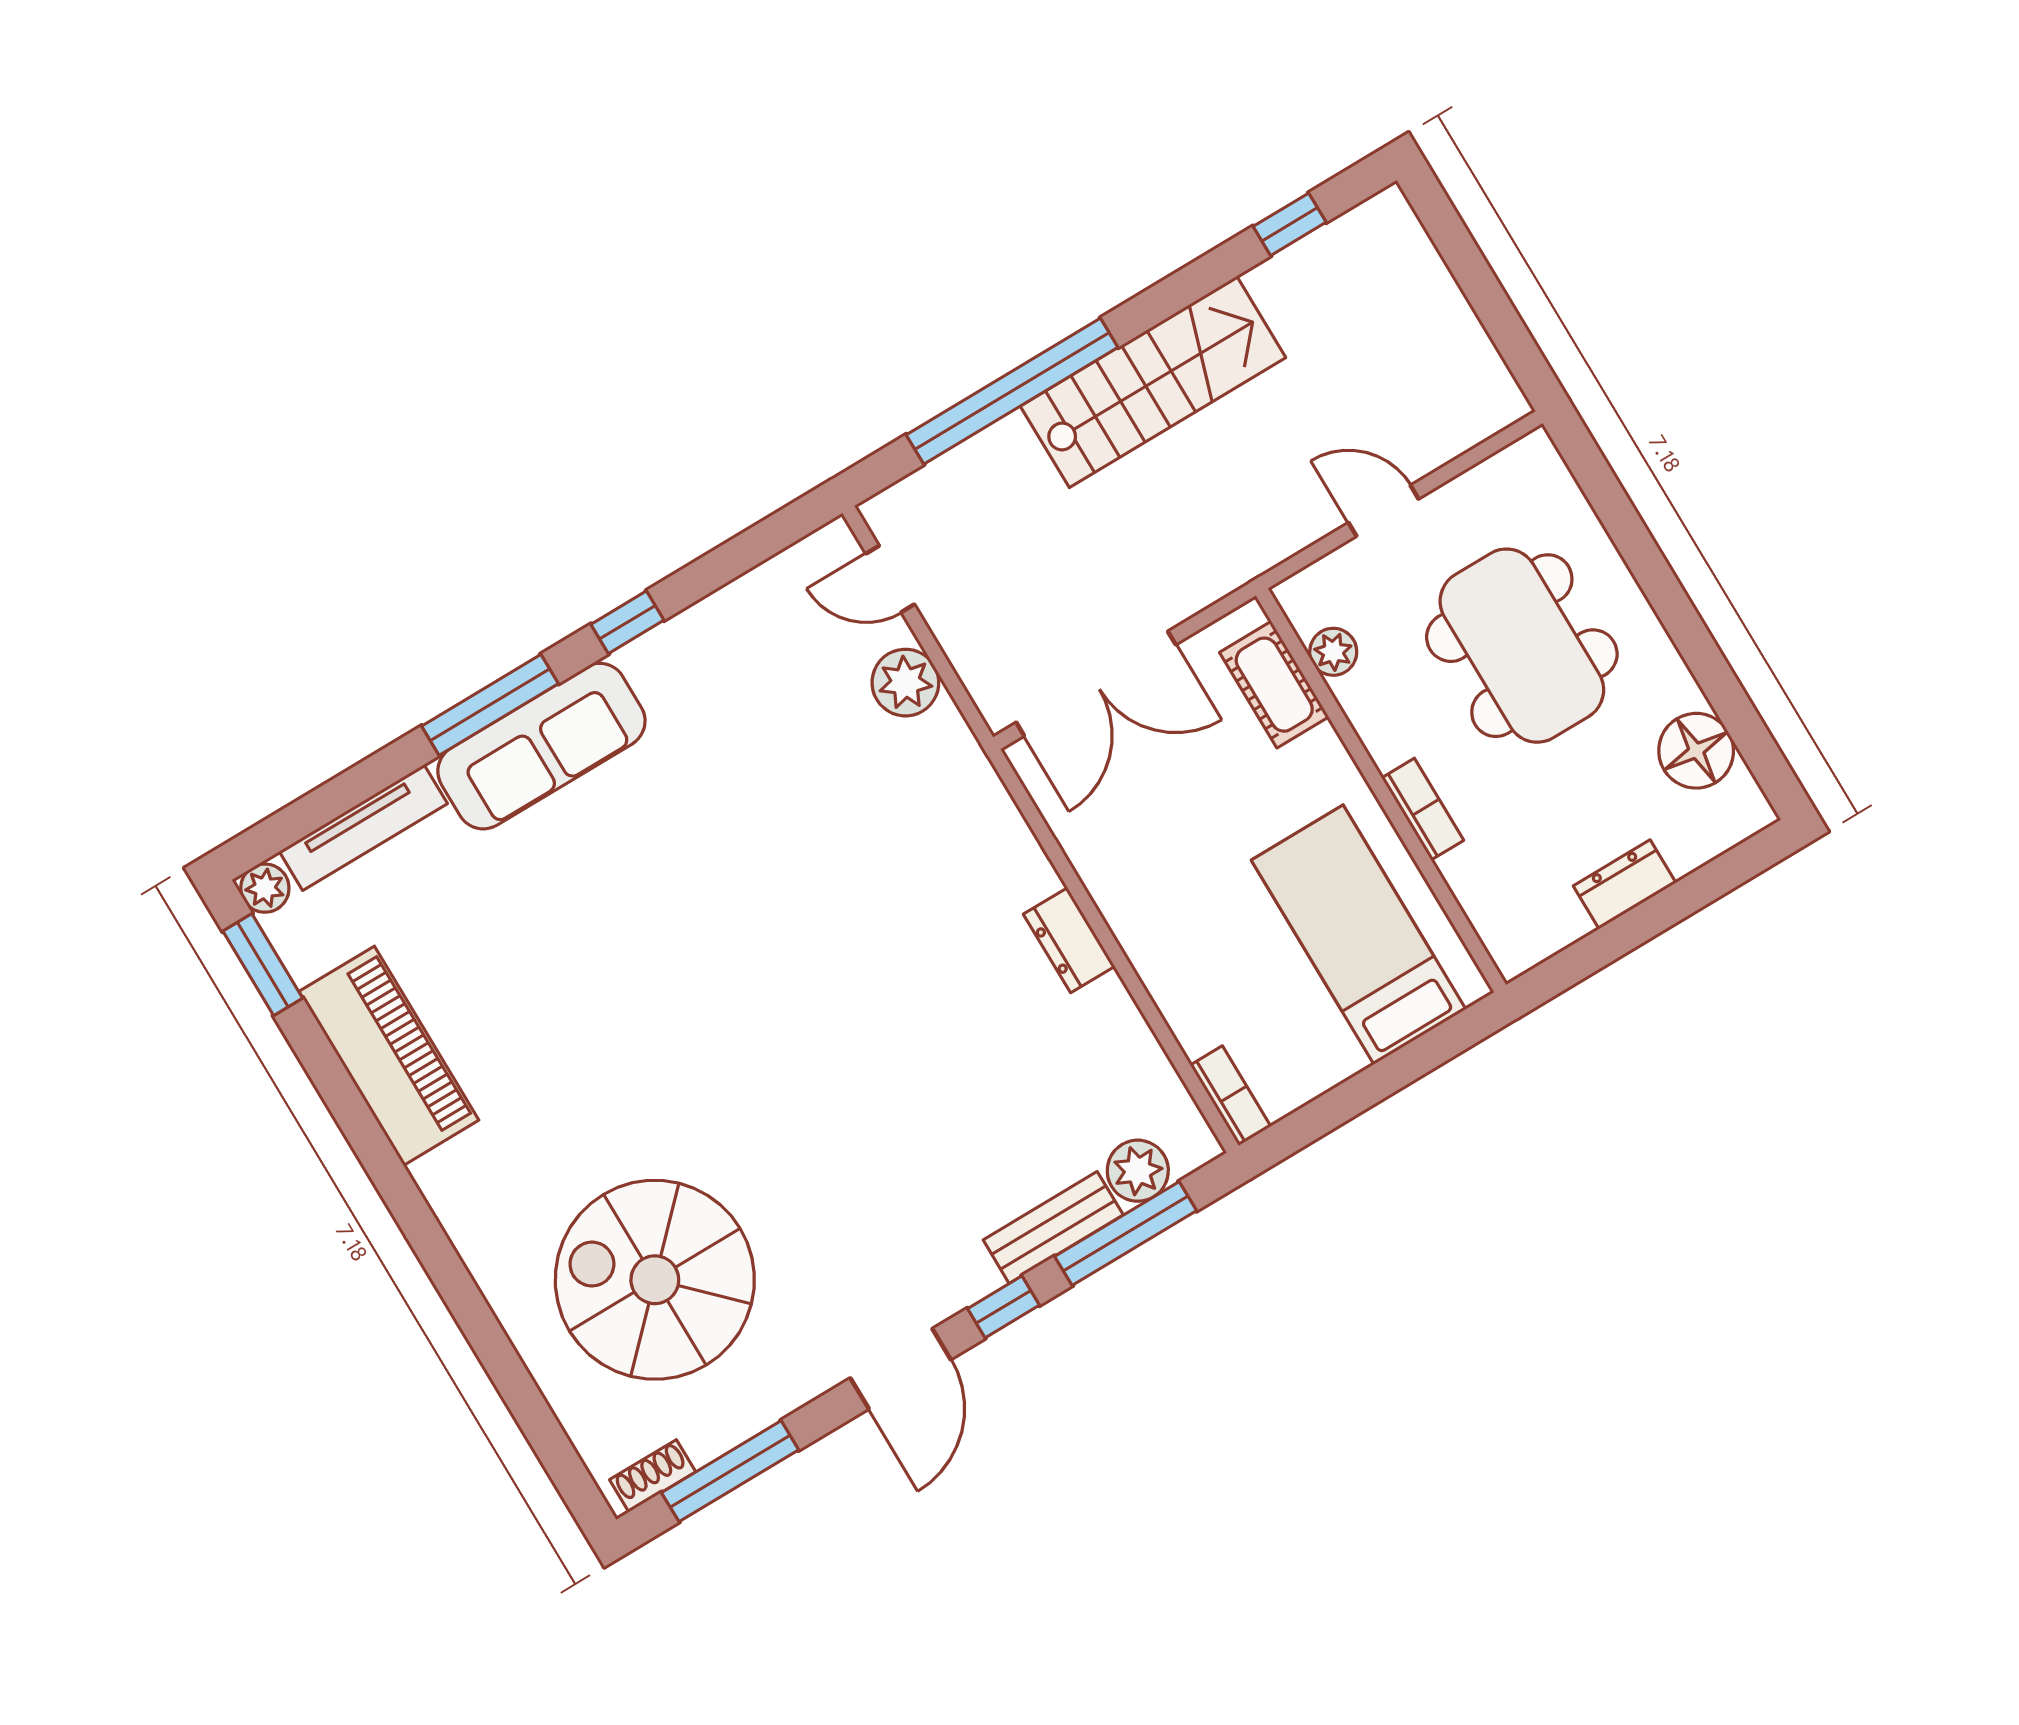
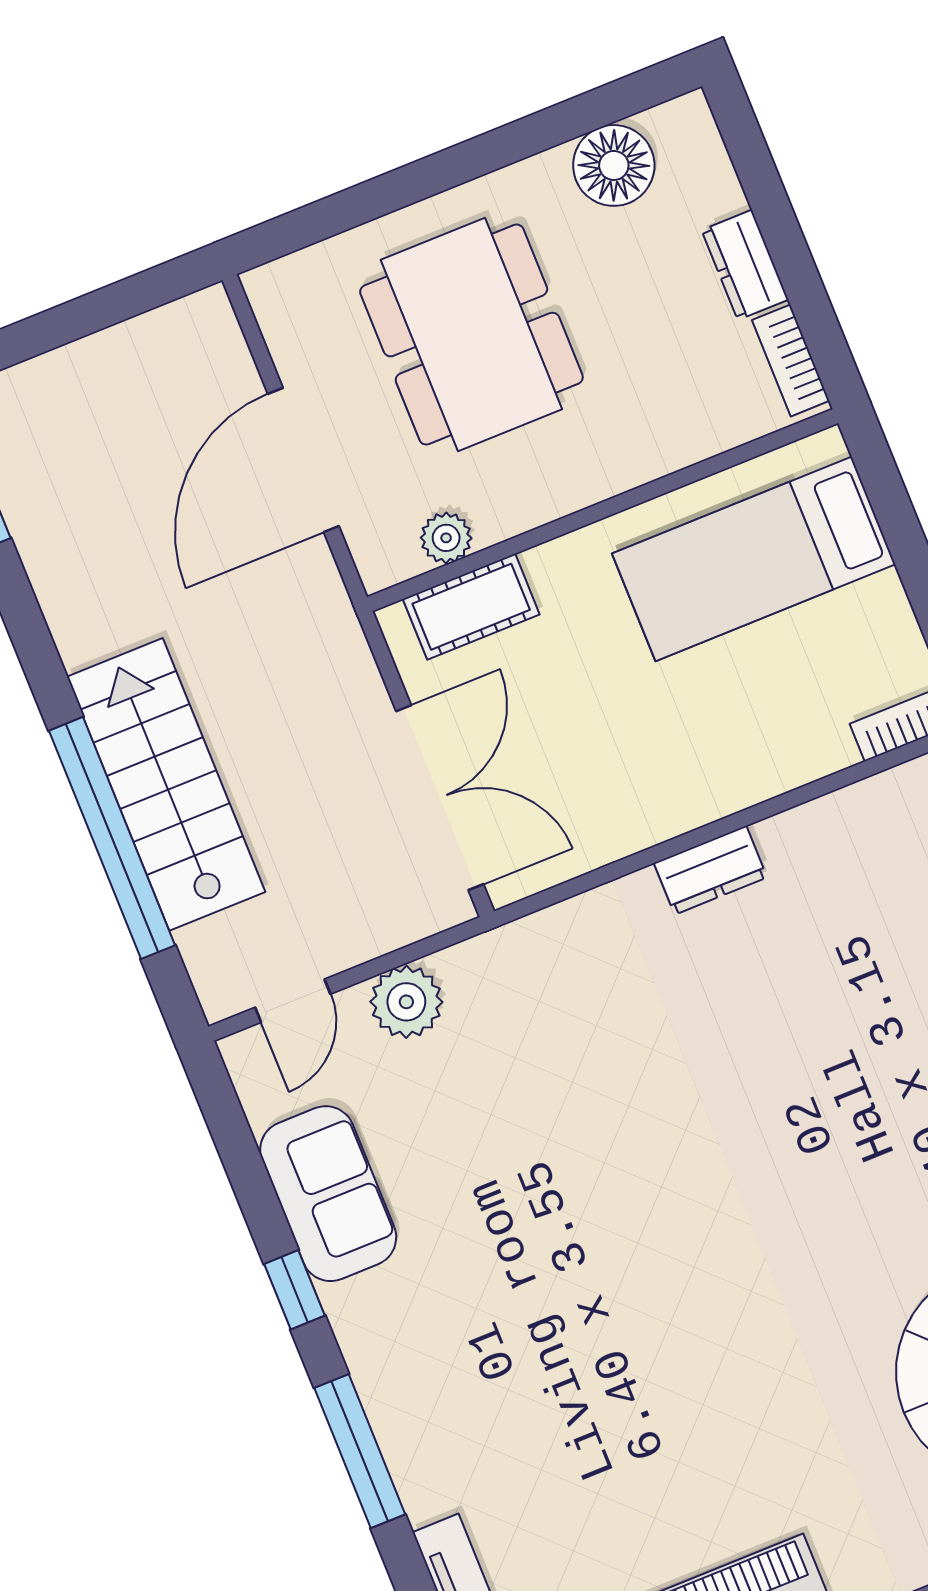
stairs: (1153, 382) -> (166, 784), moved
door: (1383, 511) -> (303, 460), width x1.88
dining table: (1522, 646) -> (471, 335), turned 90
sofa: (541, 746) -> (328, 1194), moved, width x0.73
bookcase: (1423, 809) -> (791, 360), moved, turned -90

